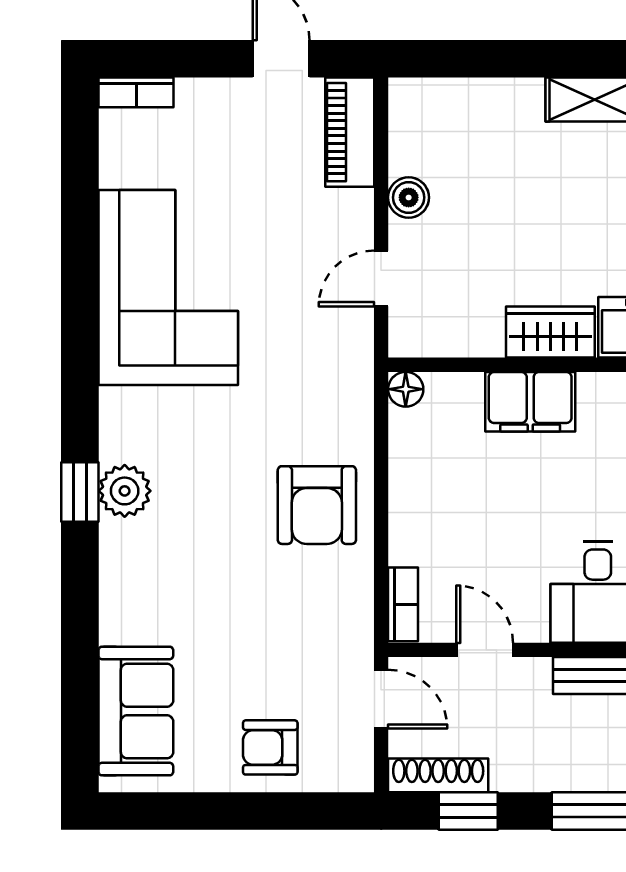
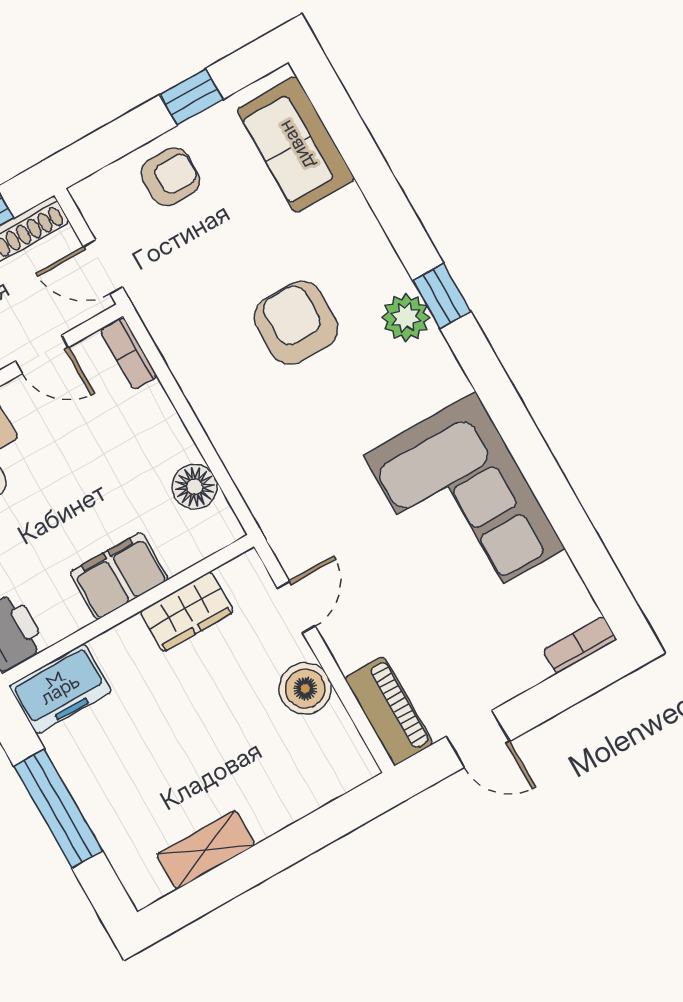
boiler: (409, 197) -> (305, 688), width x1.36, depth x1.36
wardrobe: (550, 332) -> (187, 612), moved
floor lamp: (406, 389) -> (195, 487), moved, width x1.37, depth x1.37
armchair: (317, 505) -> (296, 323), moved
window: (208, 811) -> (191, 97), added

